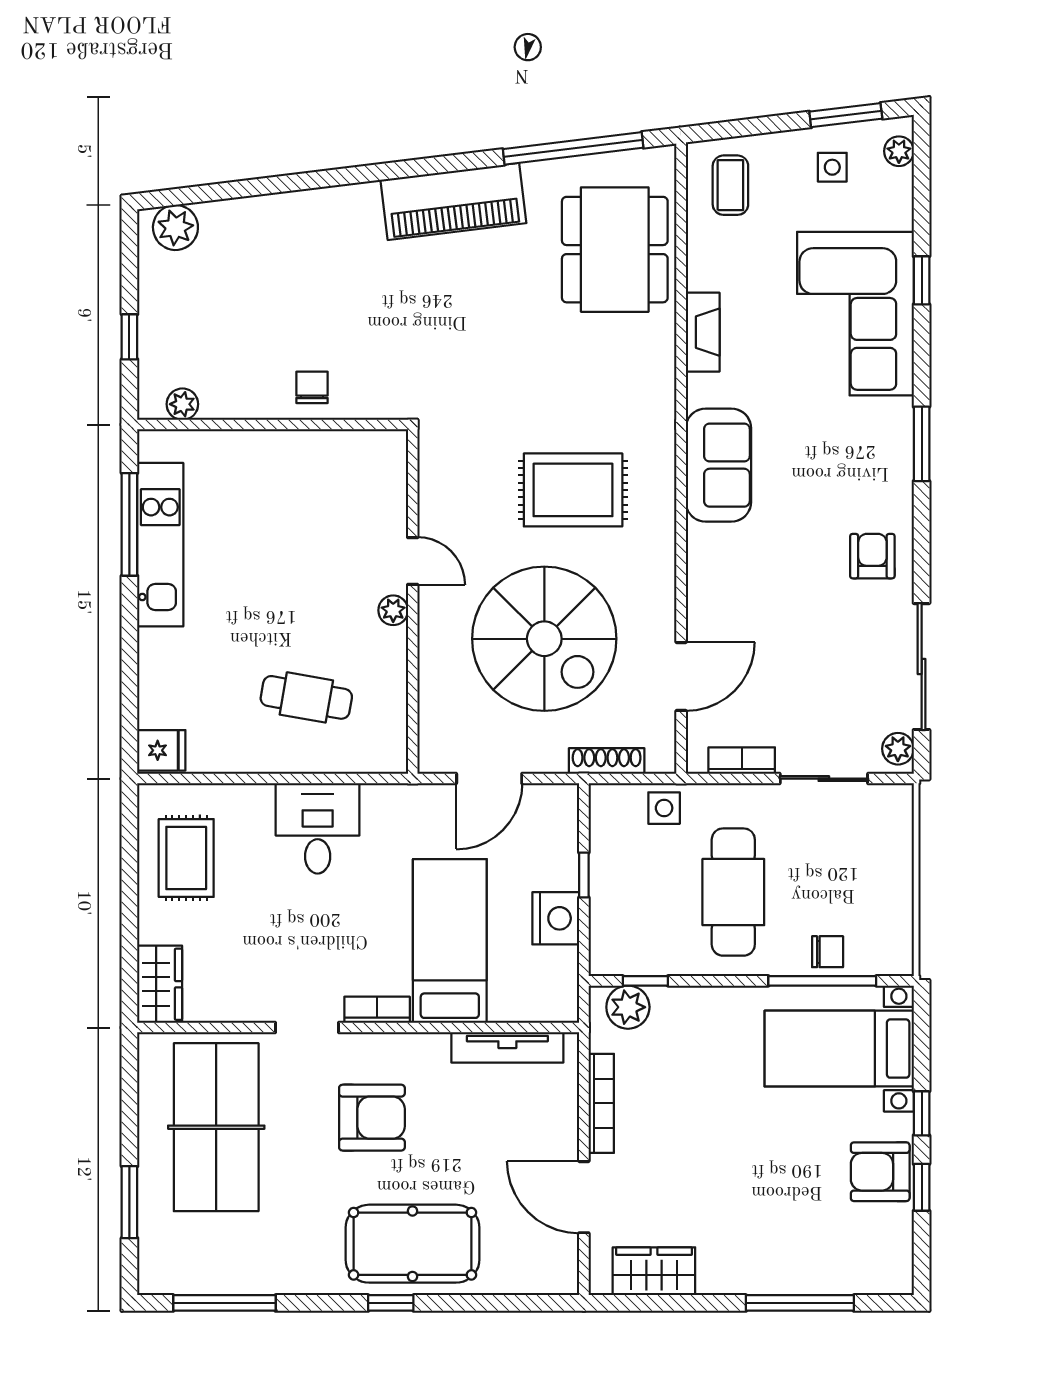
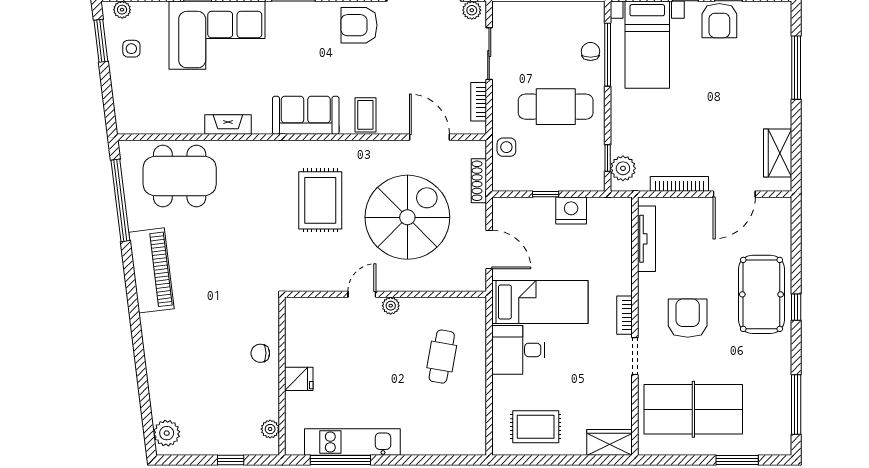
coffee table: (730, 185) -> (365, 115), moved, turned 90
armchair: (872, 556) -> (359, 25), width x1.38, depth x1.38
fridge: (161, 750) -> (299, 379), moved, turned 90
bed: (450, 941) -> (540, 302), moved, turned 180

